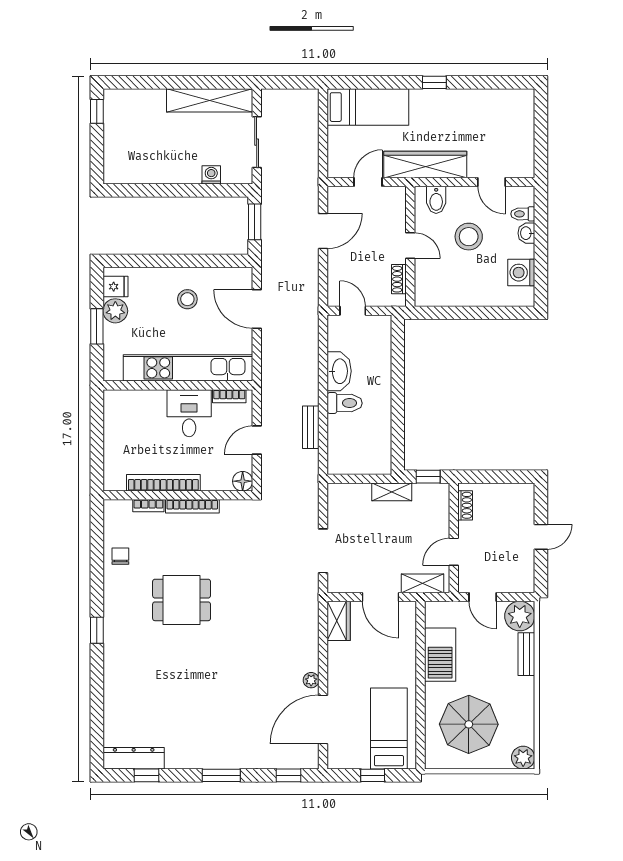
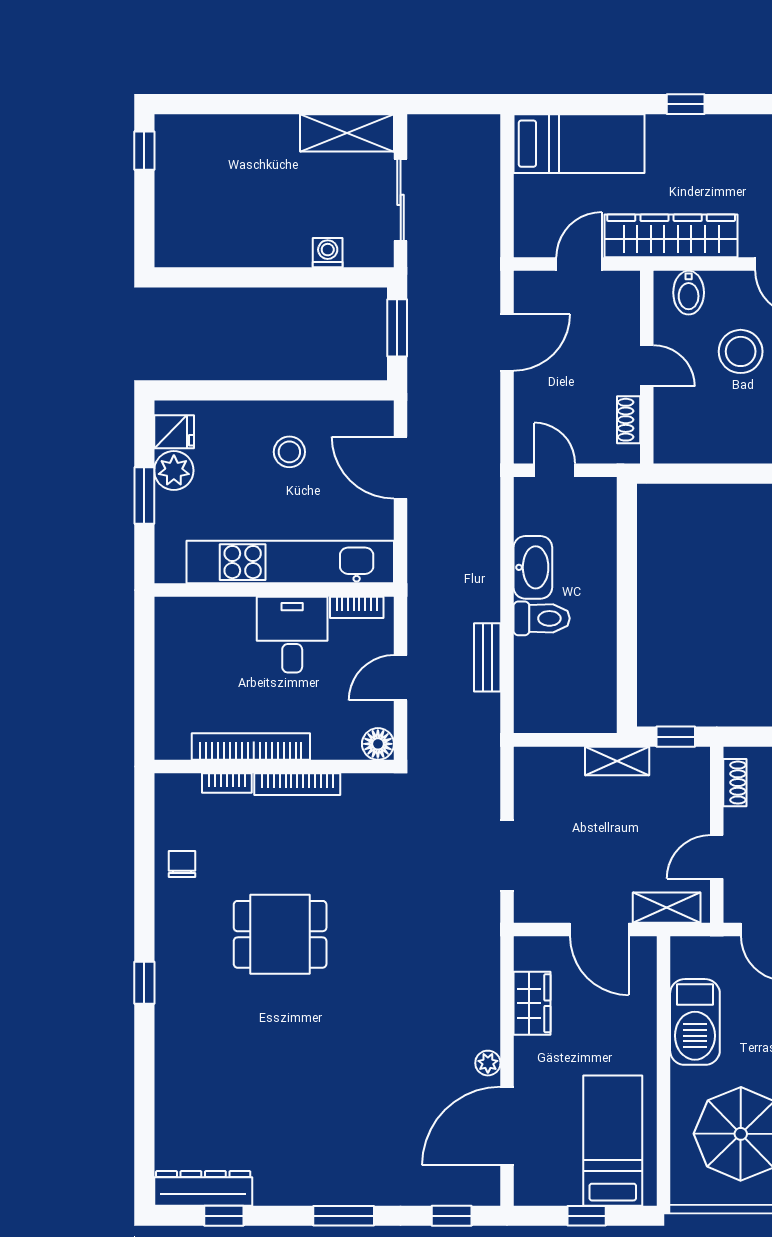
shelving: (210, 100) -> (347, 133), width x0.68
wardrobe: (339, 621) -> (532, 1003), moved

